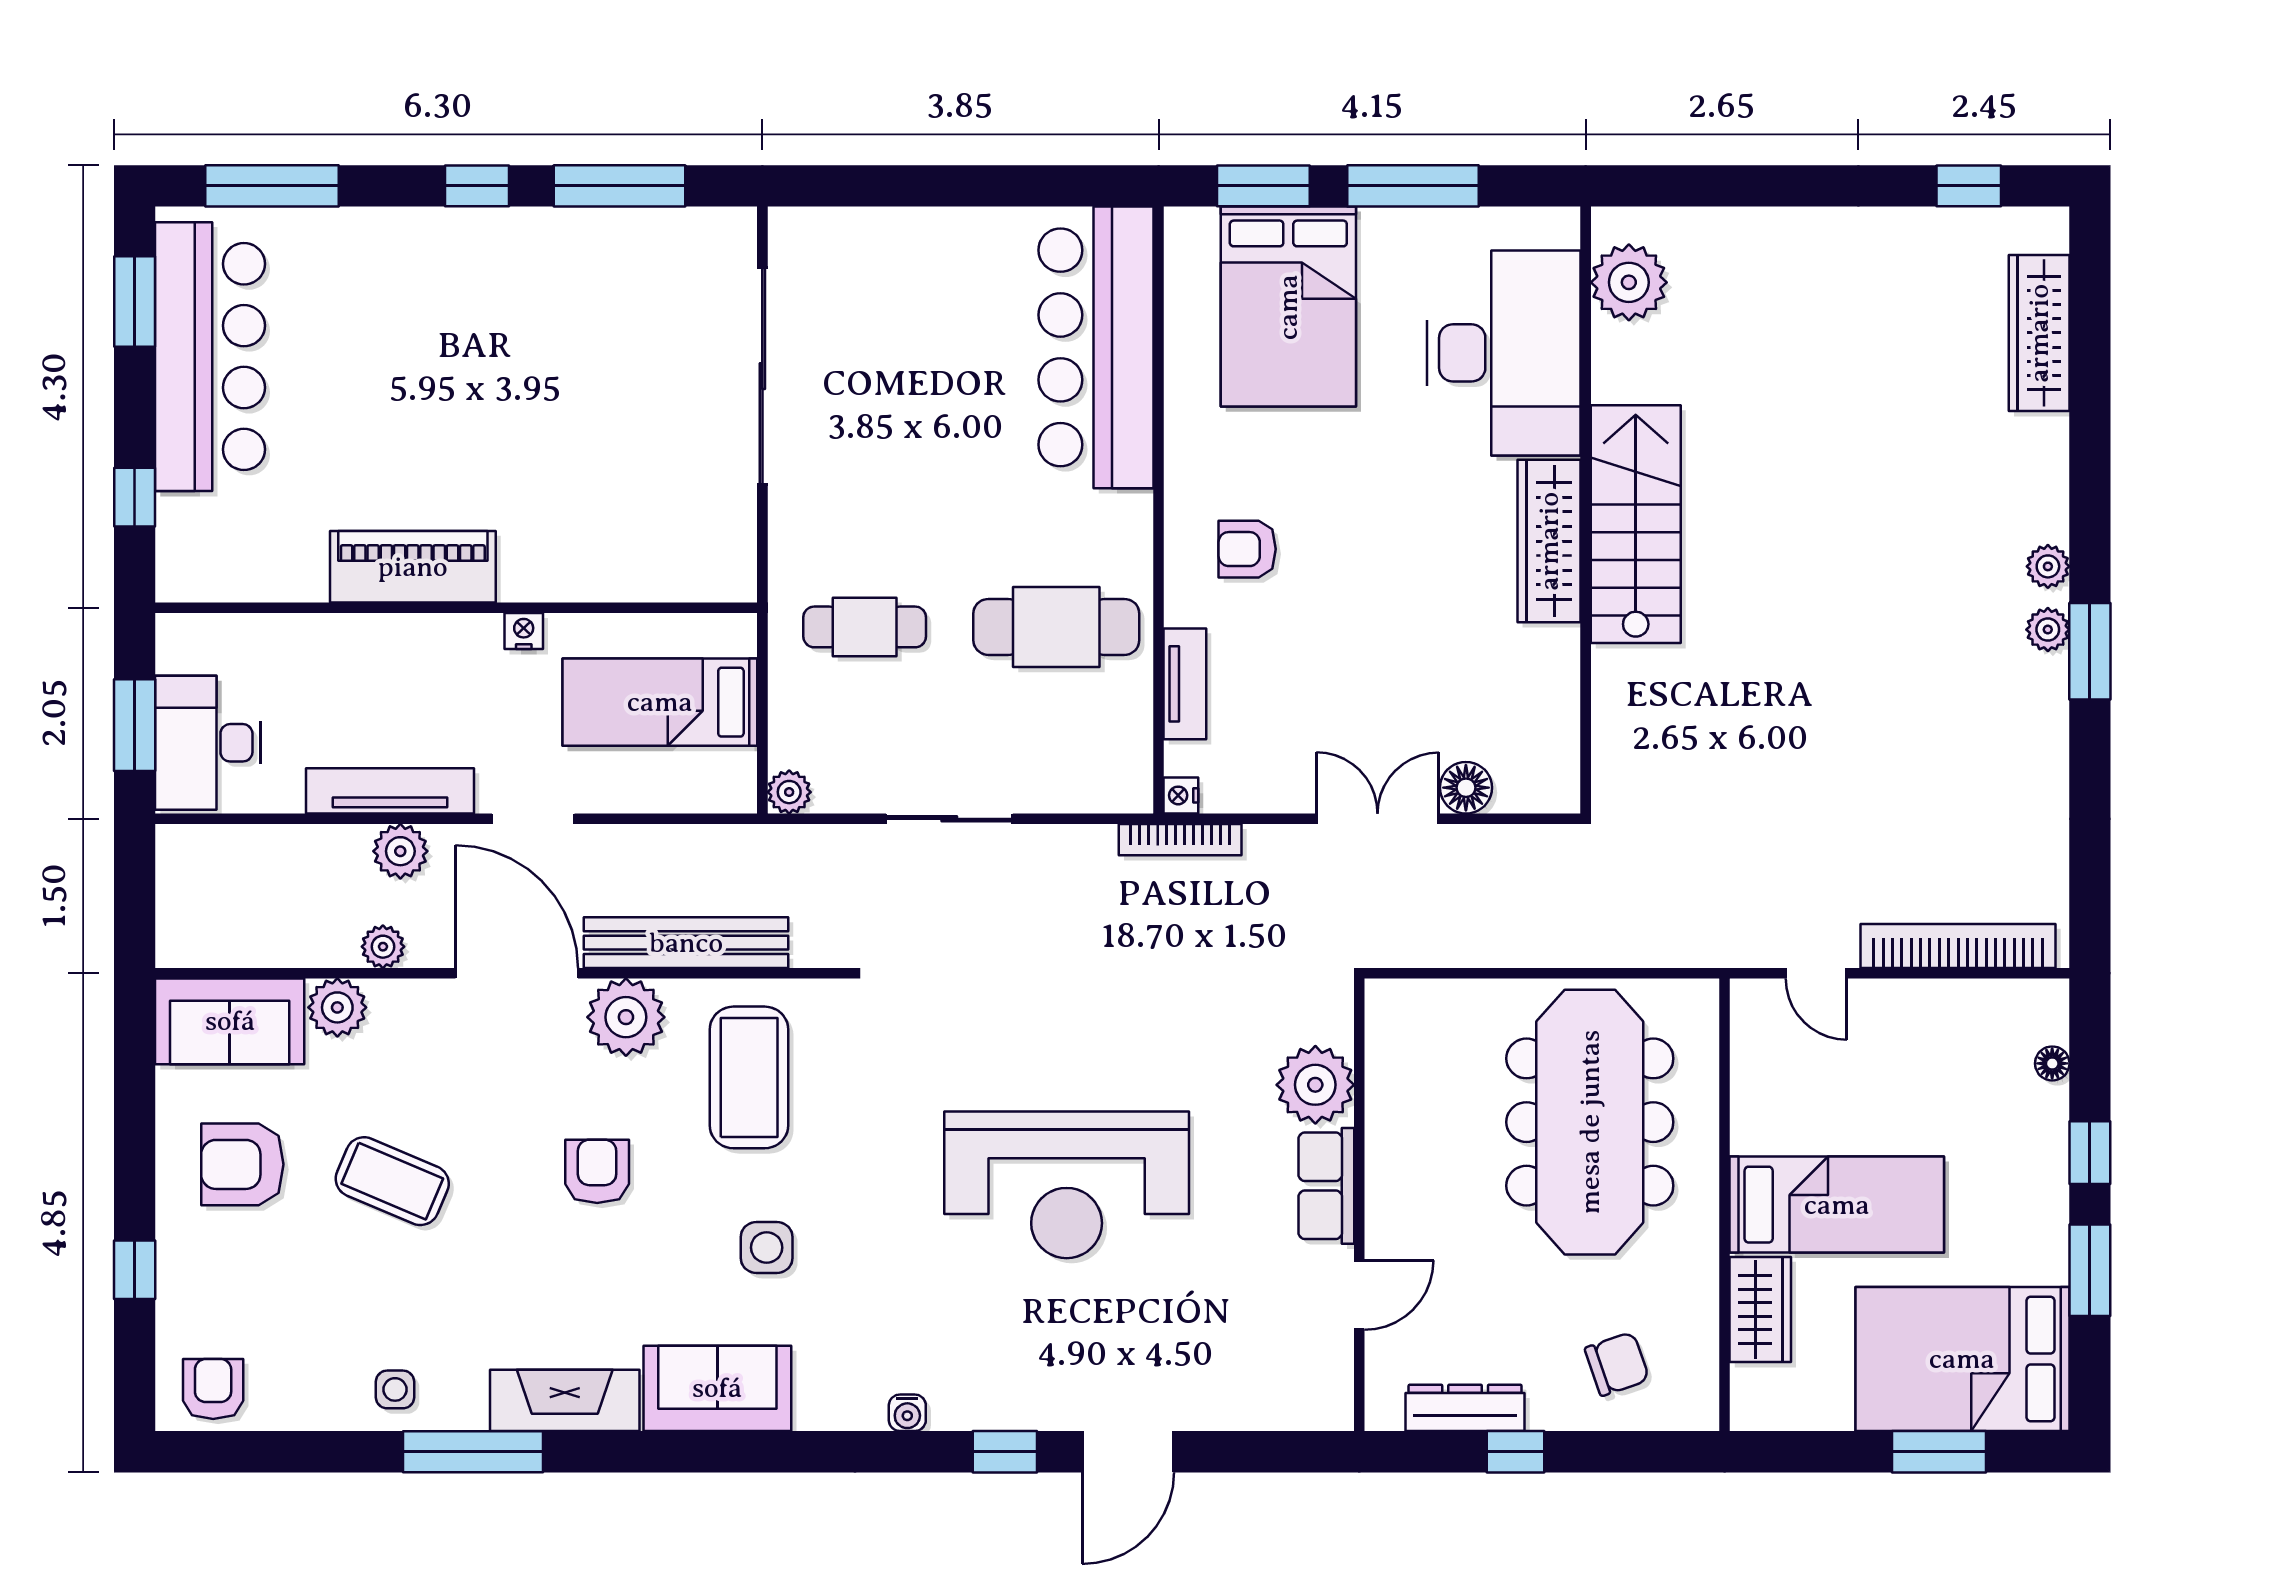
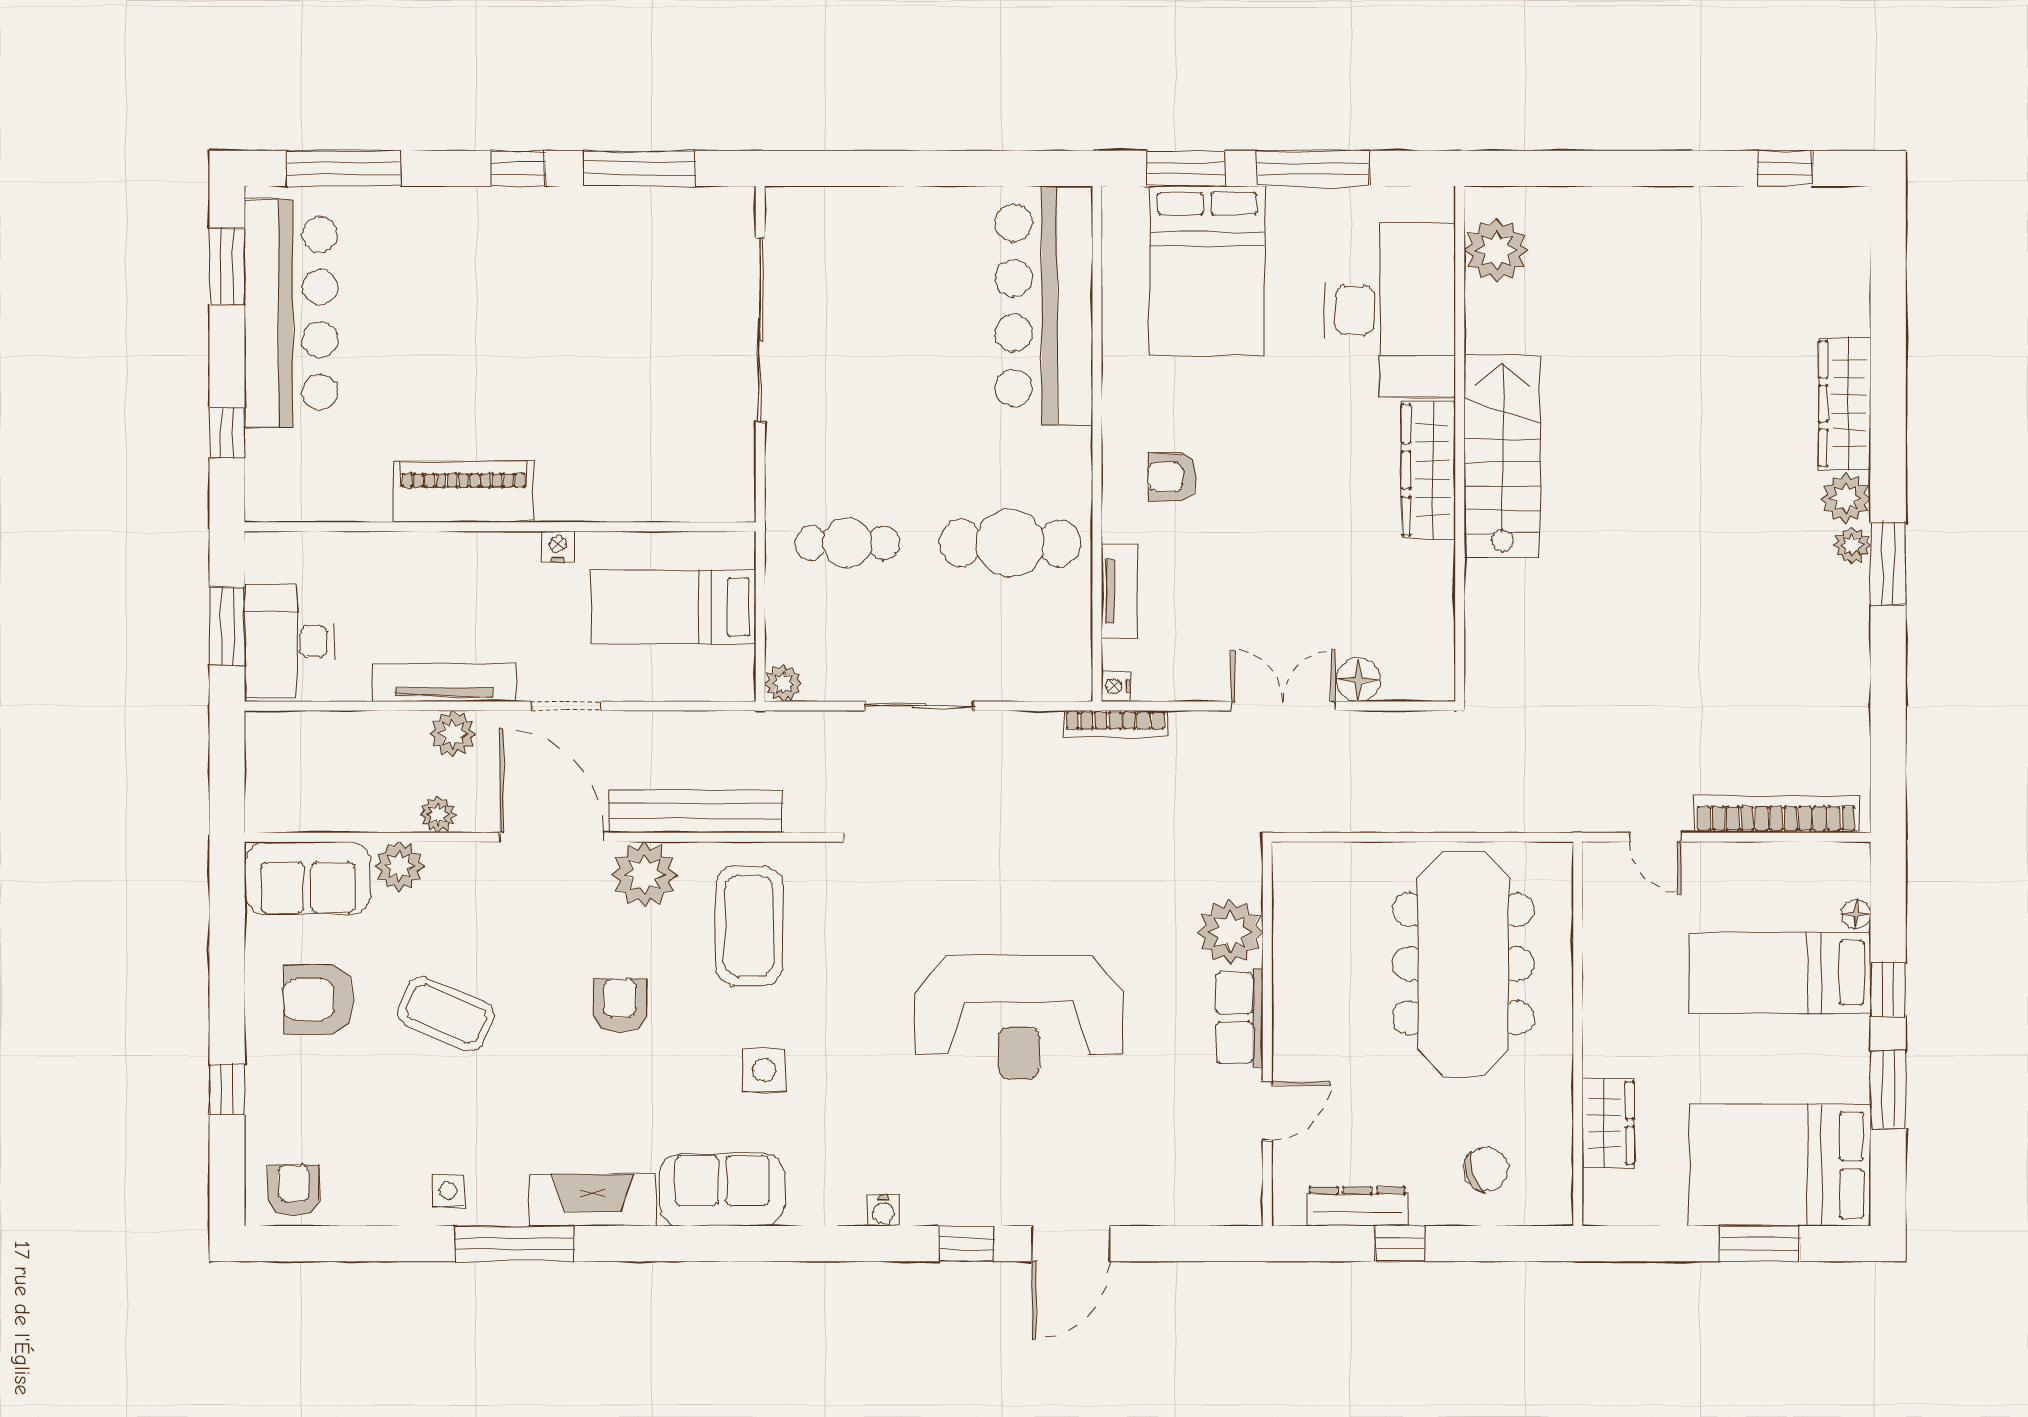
wardrobe: (2039, 333) -> (1845, 404), moved
plant: (2048, 566) -> (1846, 498), width x1.38, depth x1.38
bed: (1837, 1205) -> (1780, 973), moved, turned 180

